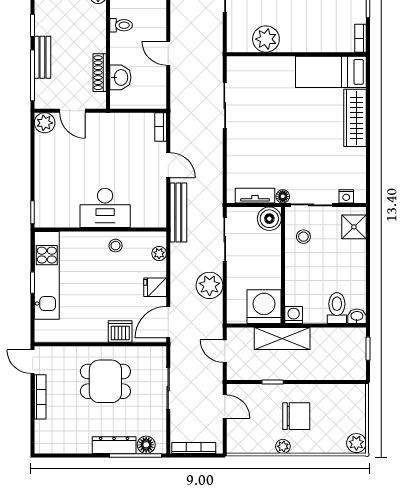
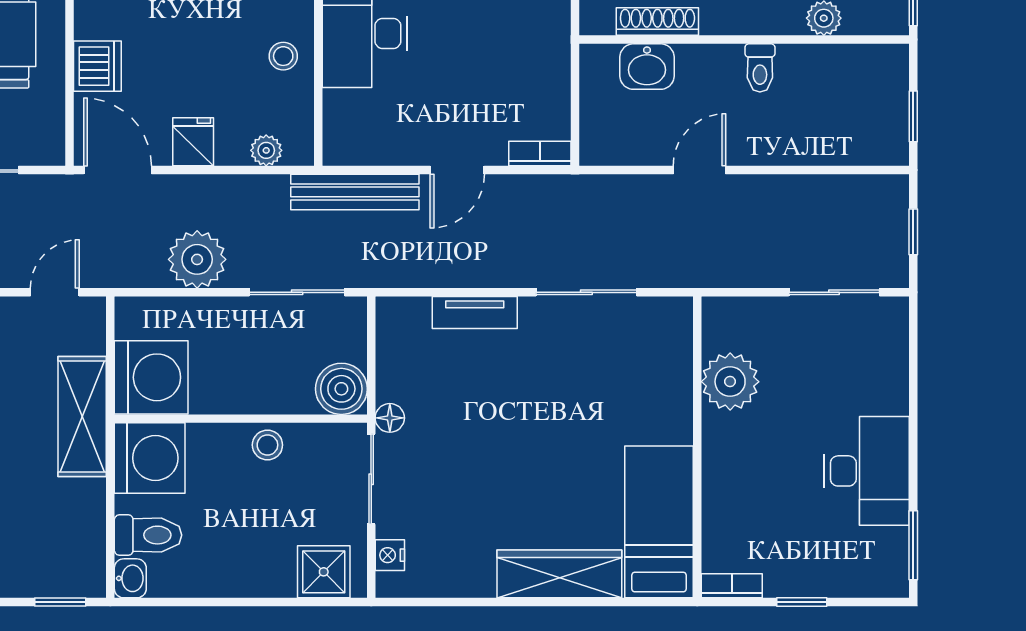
tv unit: (255, 196) -> (475, 313), moved, turned 90
stool: (303, 237) -> (267, 445), moved
washing machine: (294, 315) -> (150, 458), width x1.89, depth x1.89

